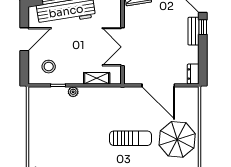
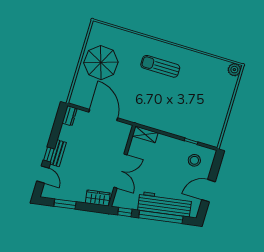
double door: (123, 47) -> (121, 171), moved
shelving: (97, 78) -> (145, 134), moved
plant: (73, 92) -> (180, 132), removed
sun lounger: (131, 138) -> (160, 66), moved

